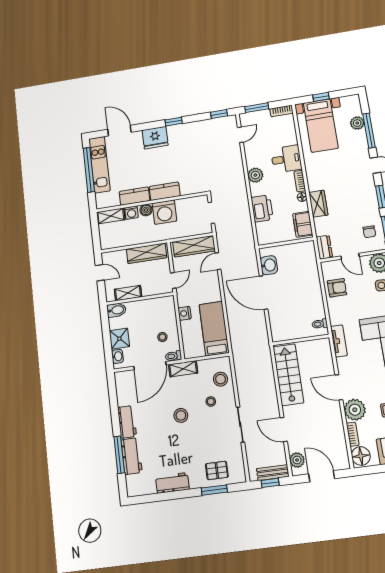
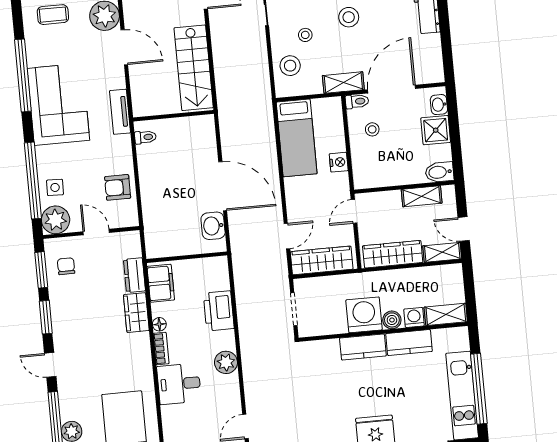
dresser: (324, 247) -> (134, 275), moved
shelving: (114, 256) -> (442, 252), added

